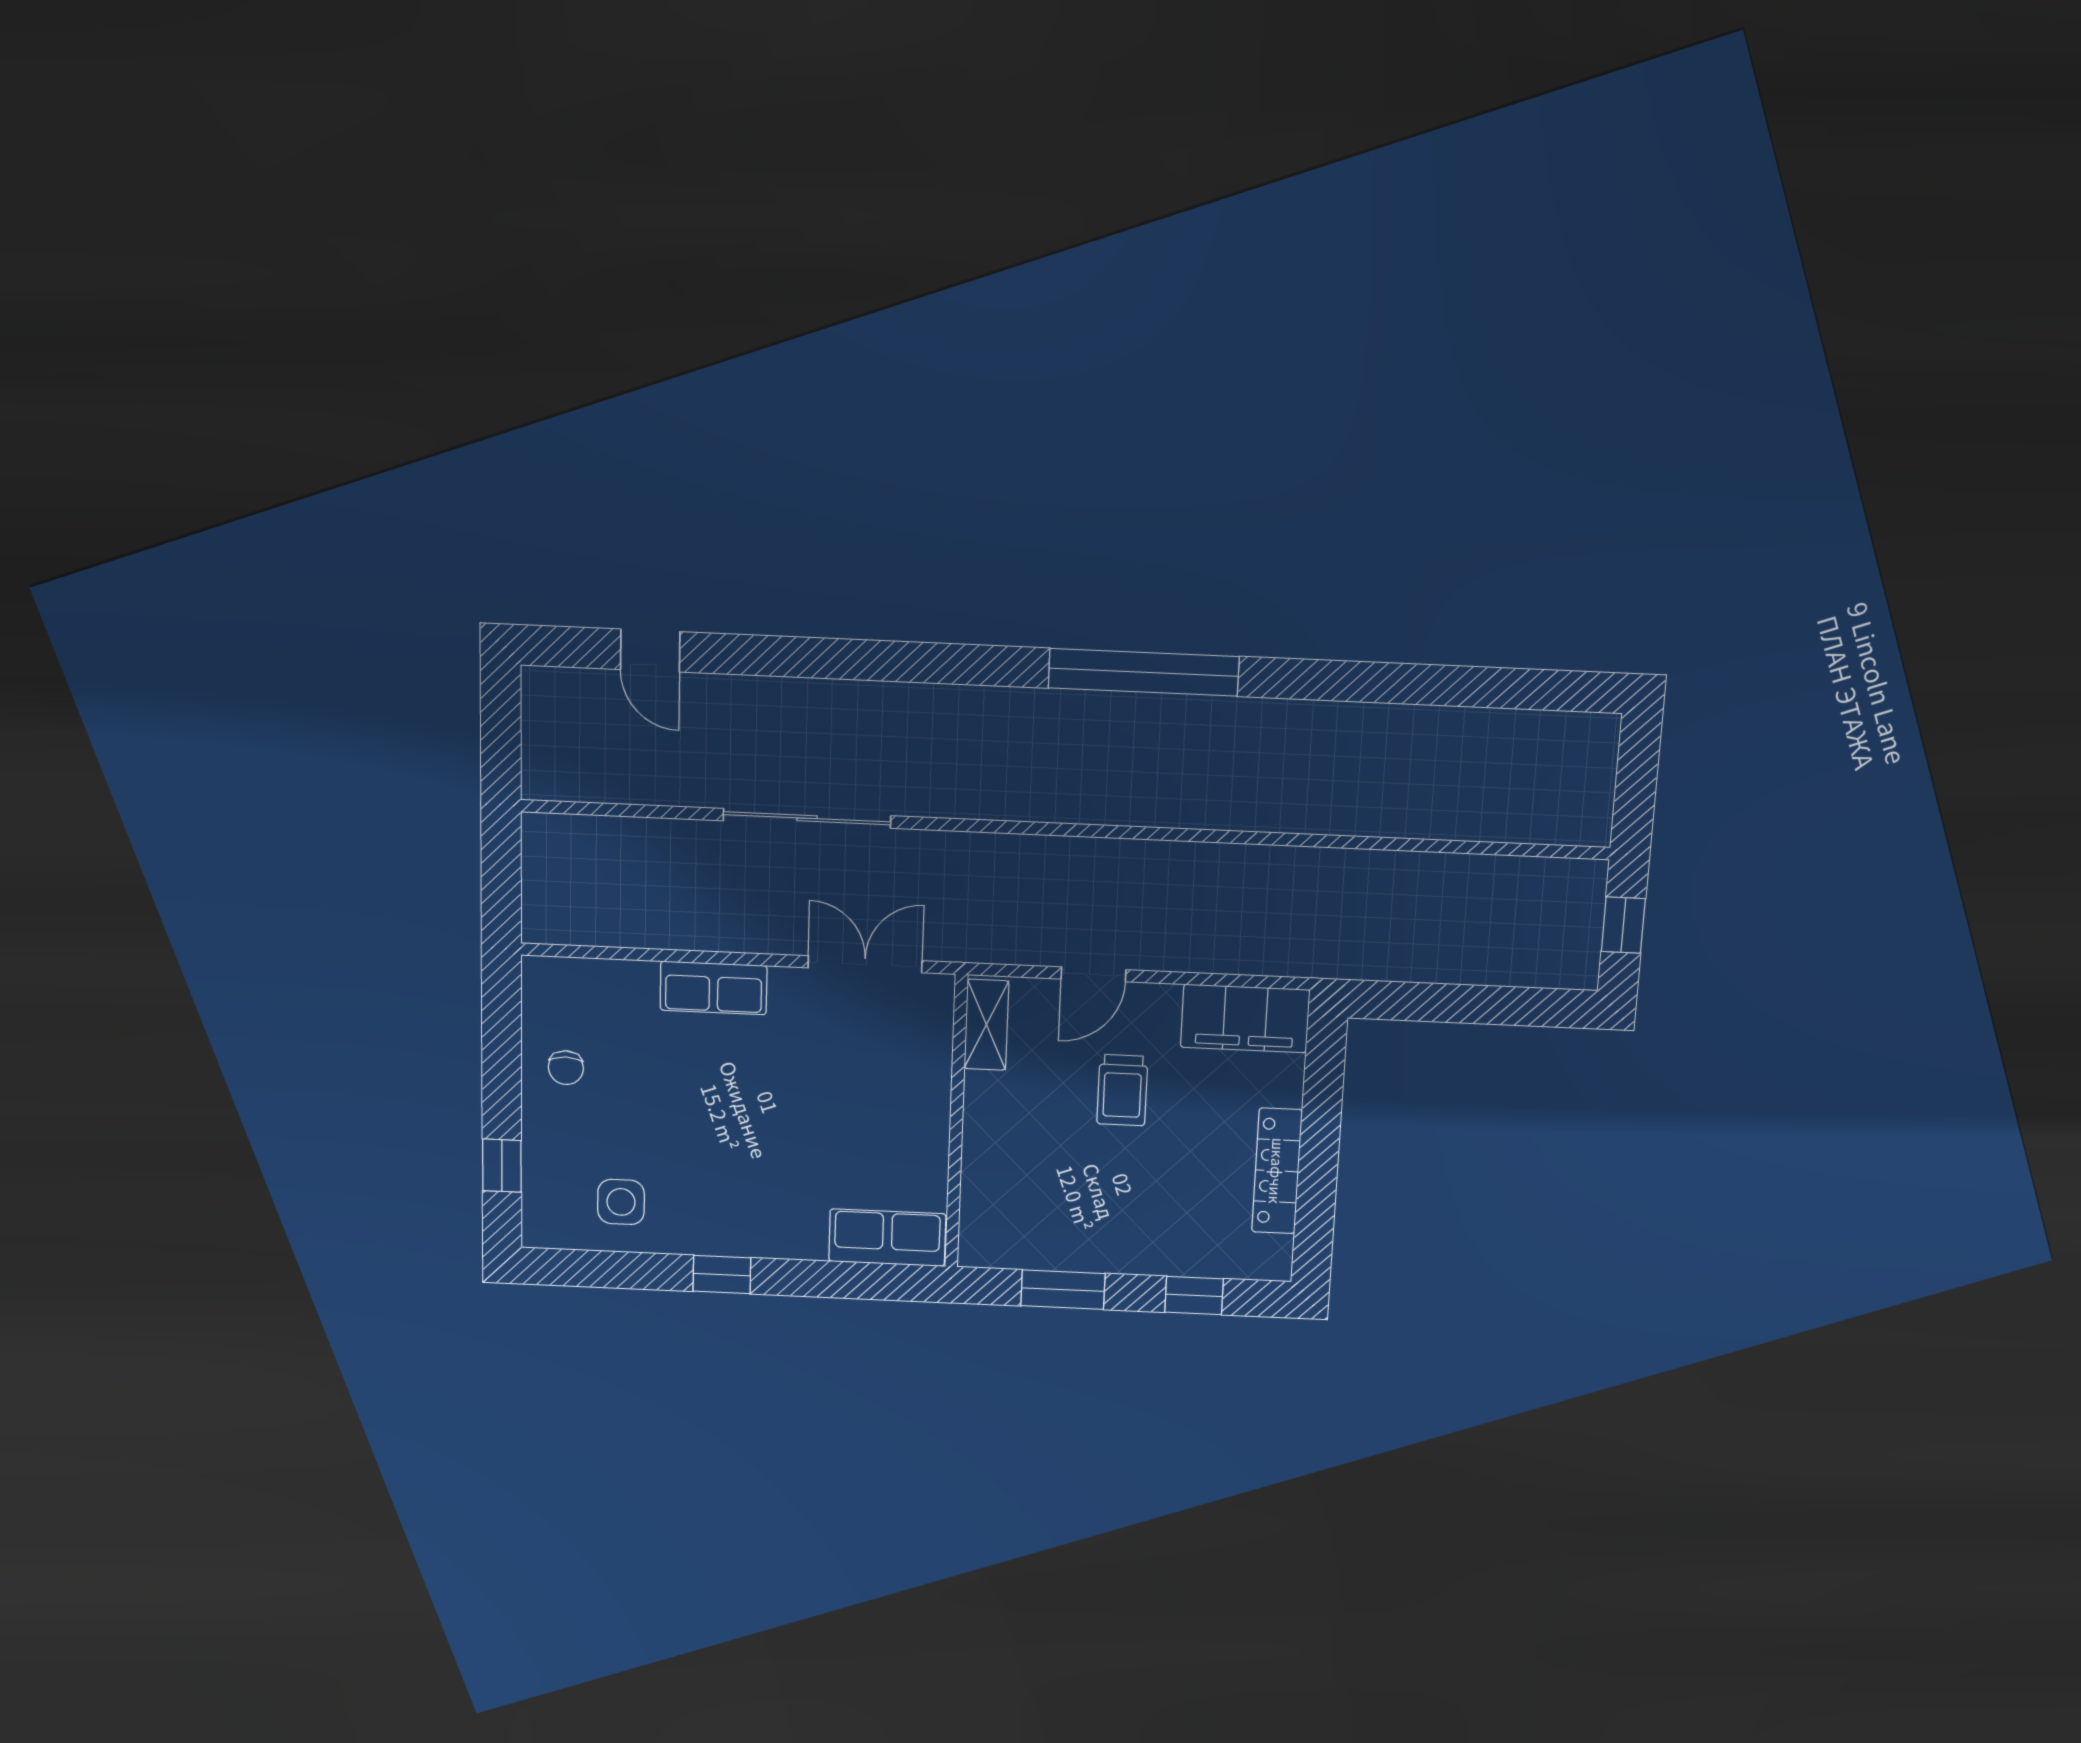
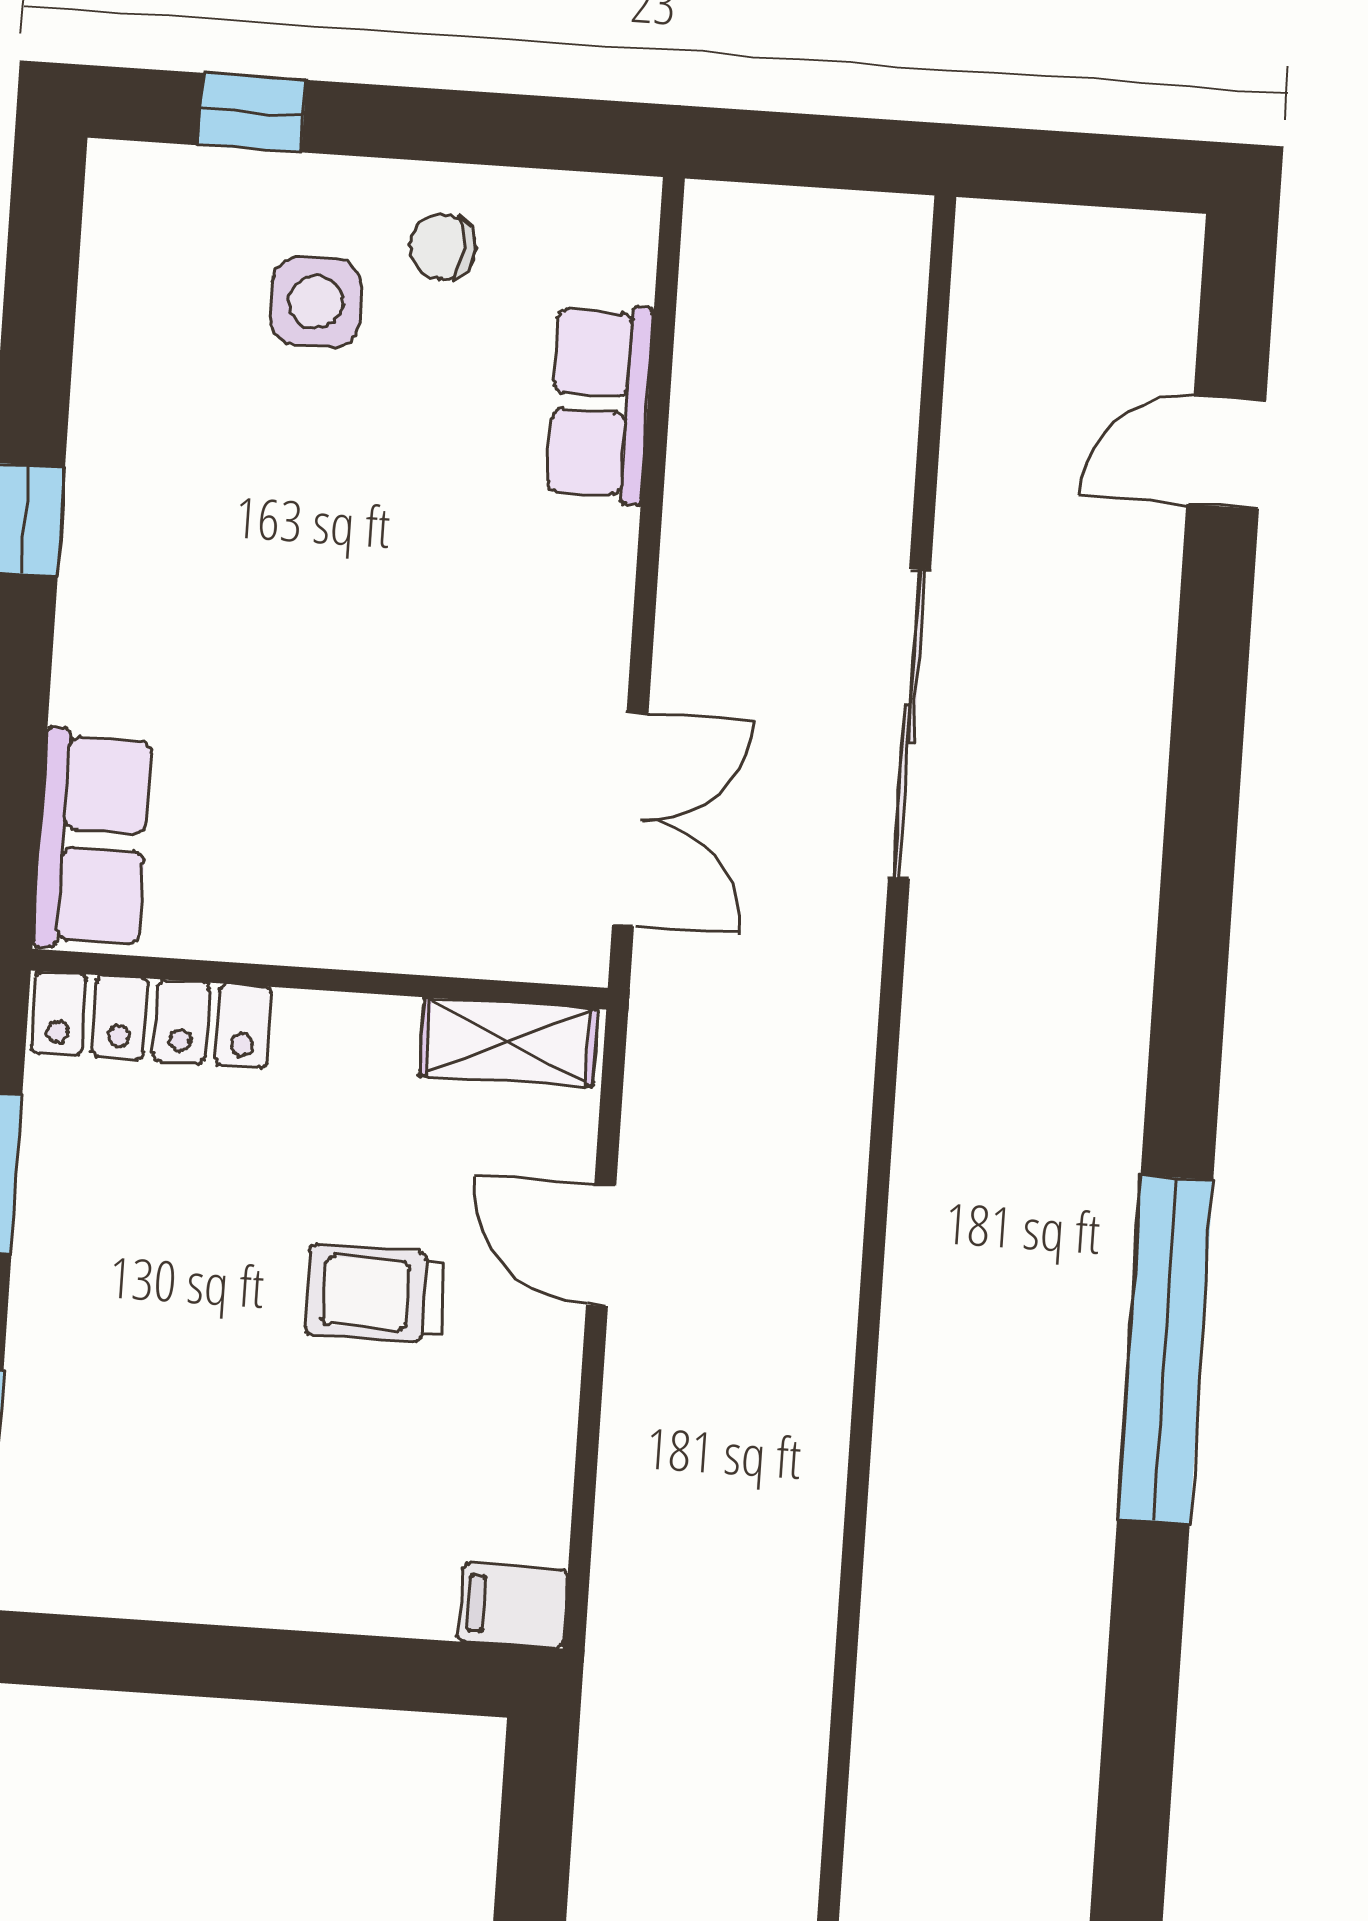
row of seats: (714, 988) -> (600, 403), moved
filing cabinet: (1245, 1019) -> (513, 1606), width x0.33, depth x0.86
locker: (1277, 1171) -> (151, 1019), moved, turned 180
side table: (621, 1202) -> (316, 302), moved

